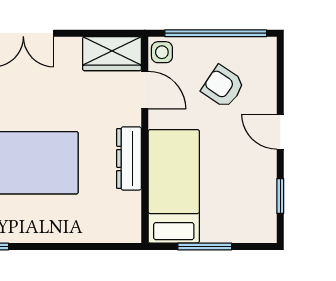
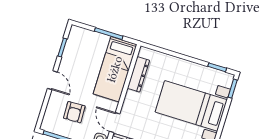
armchair: (223, 87) -> (74, 112), turned 54
dresser: (129, 158) -> (138, 74), moved

